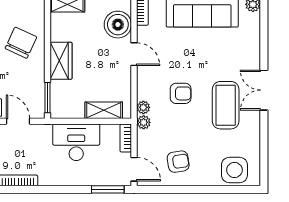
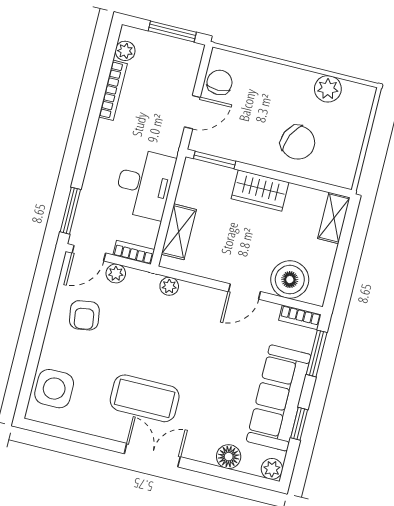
floor lamp: (252, 37) -> (229, 457), added
armchair: (181, 93) -> (176, 341), removed
plant: (144, 122) -> (116, 273), moved

